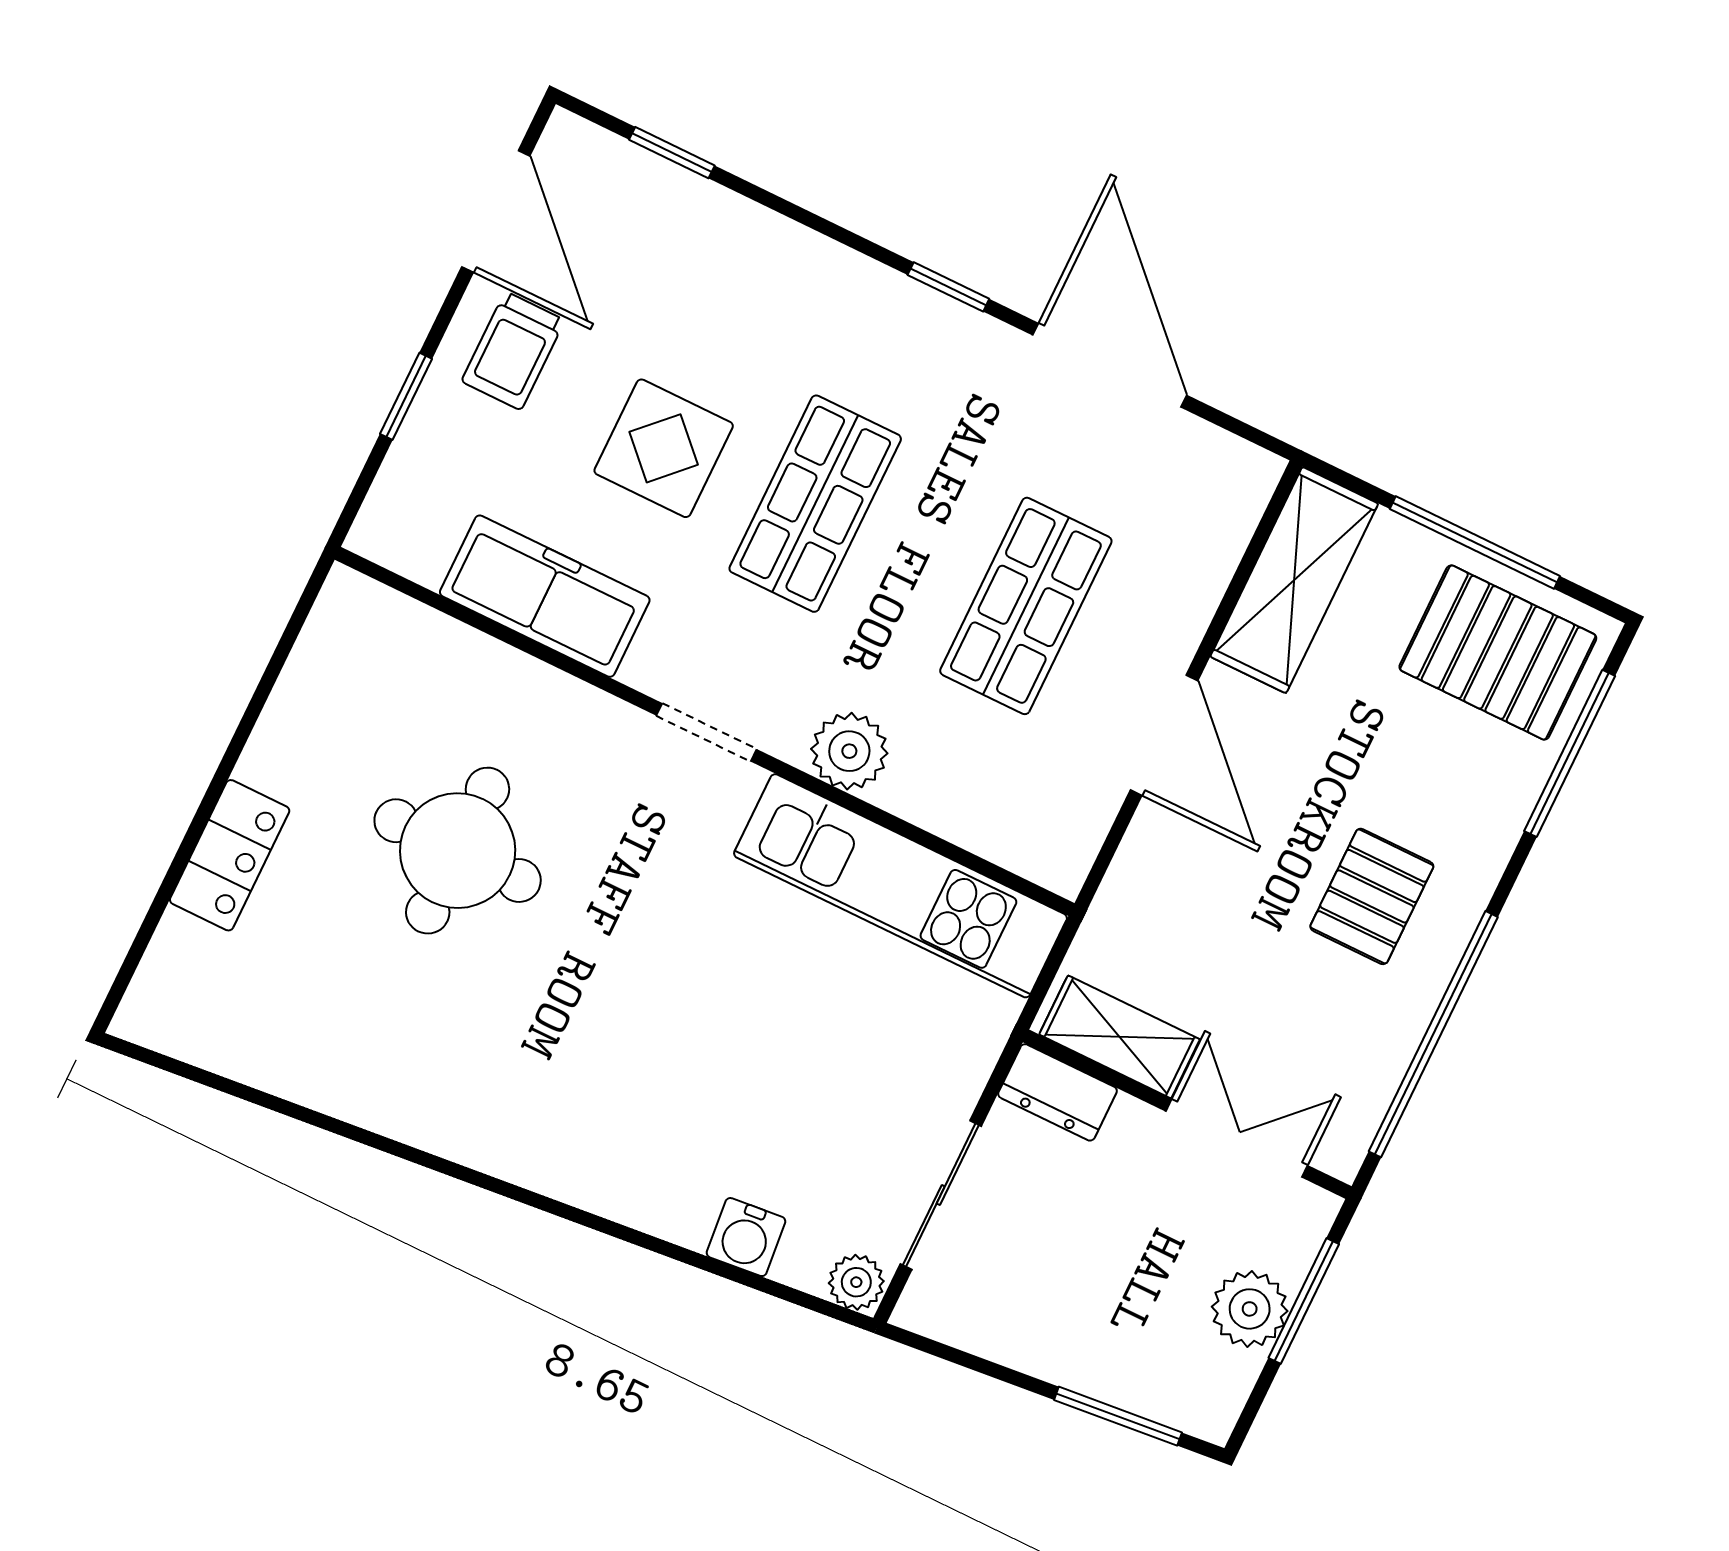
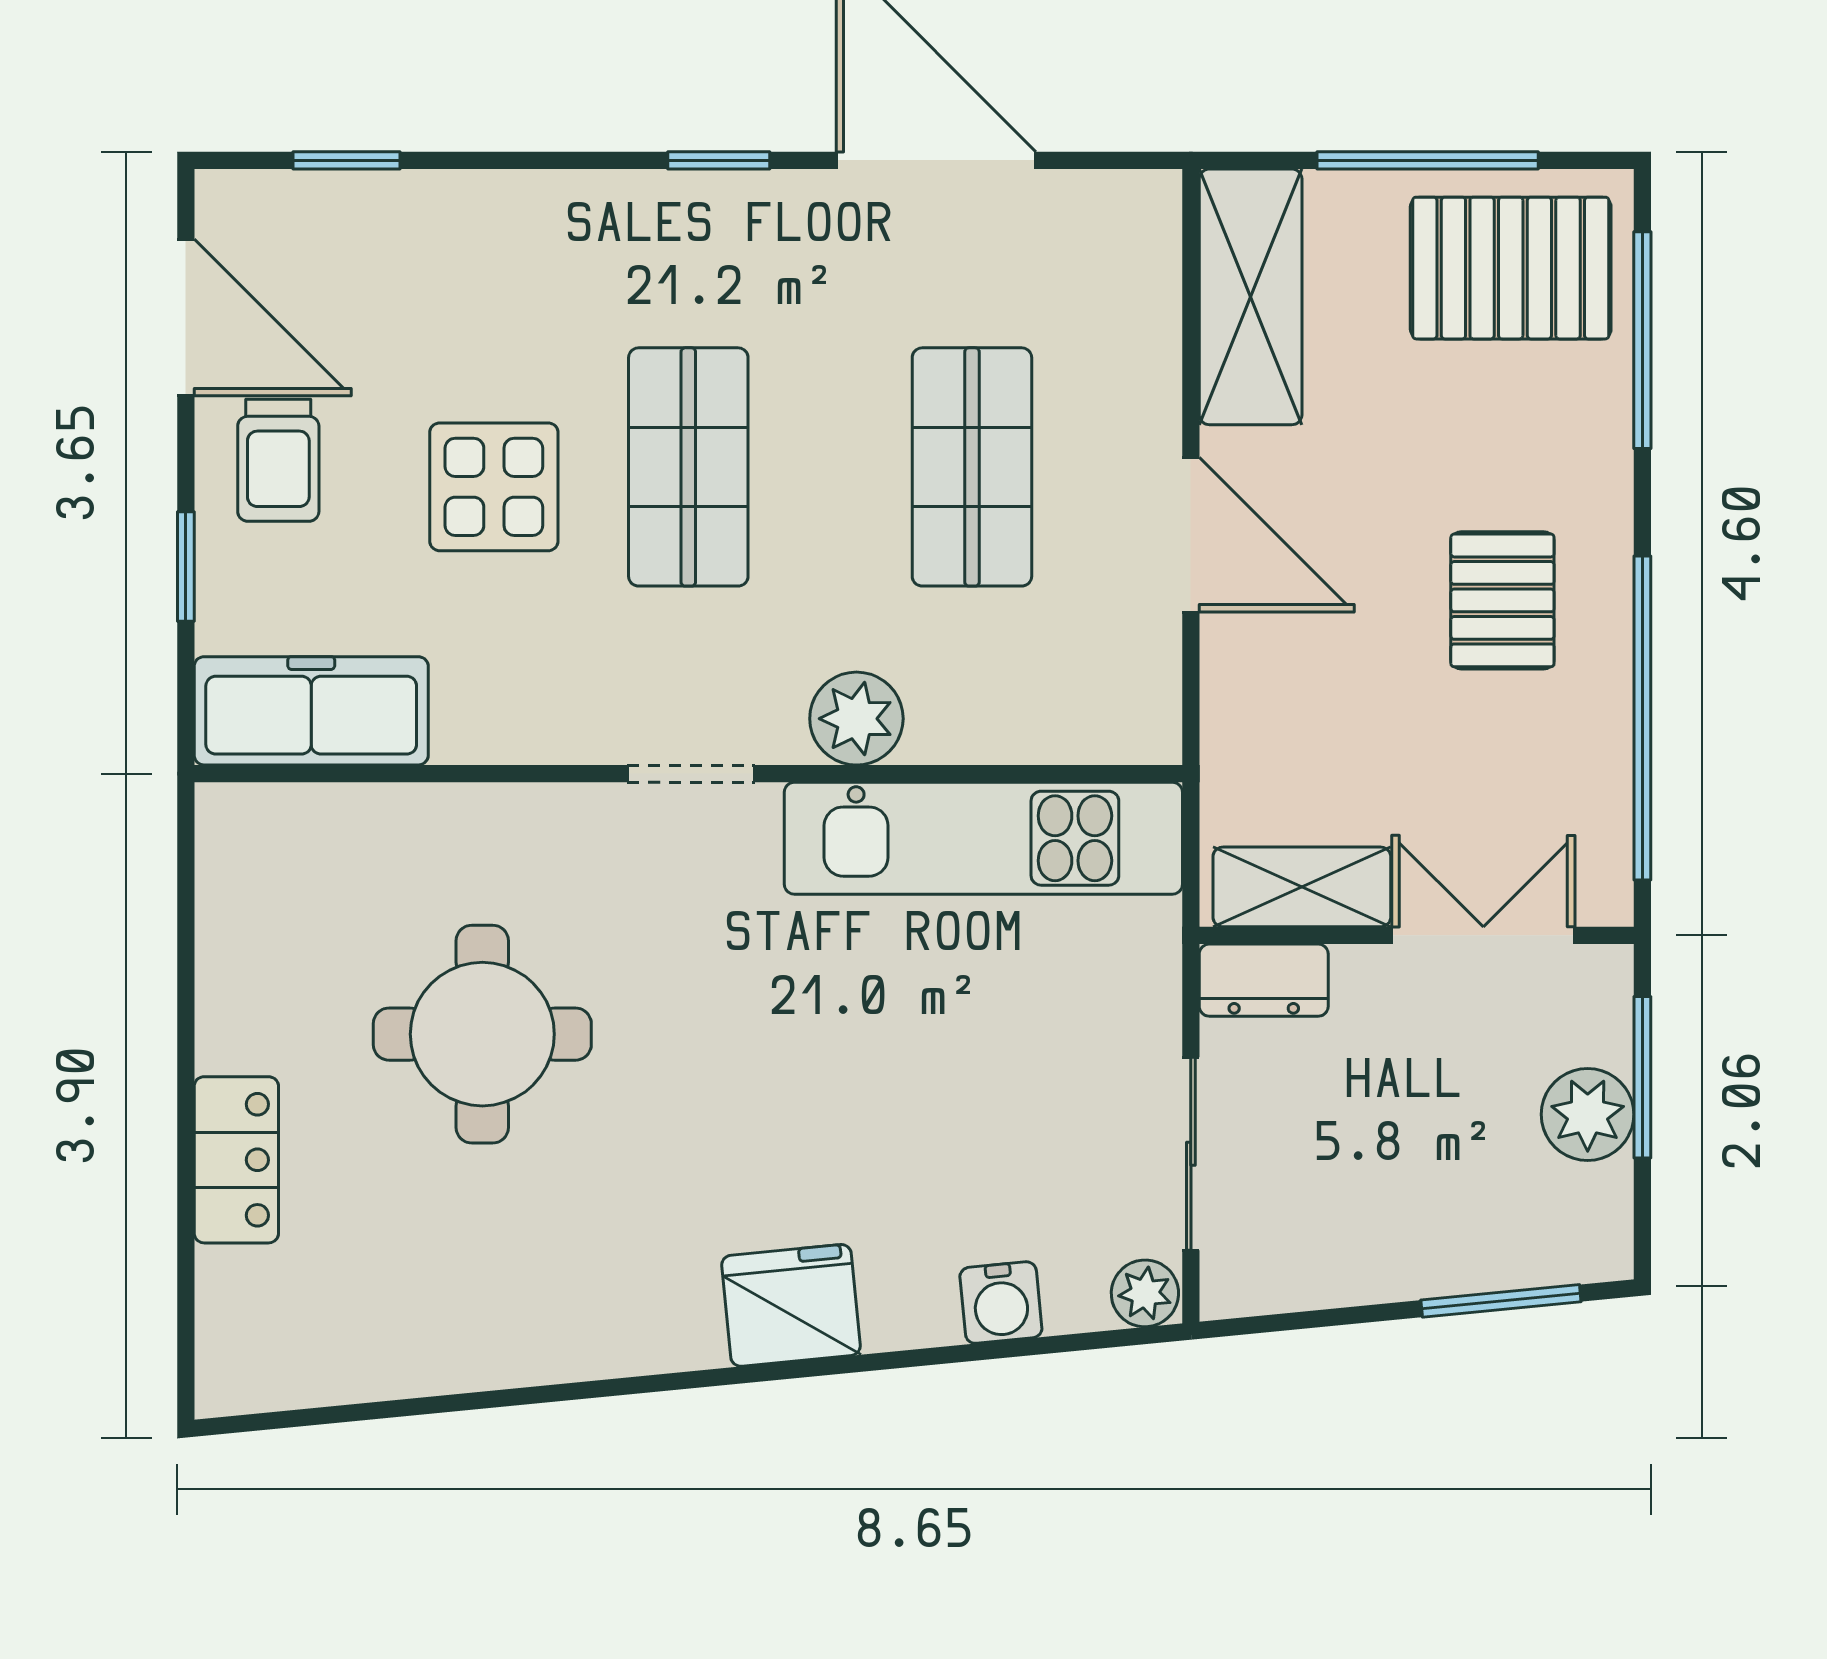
freezer: (545, 596) -> (311, 711), moved
fridge: (589, 1163) -> (791, 1305), added

